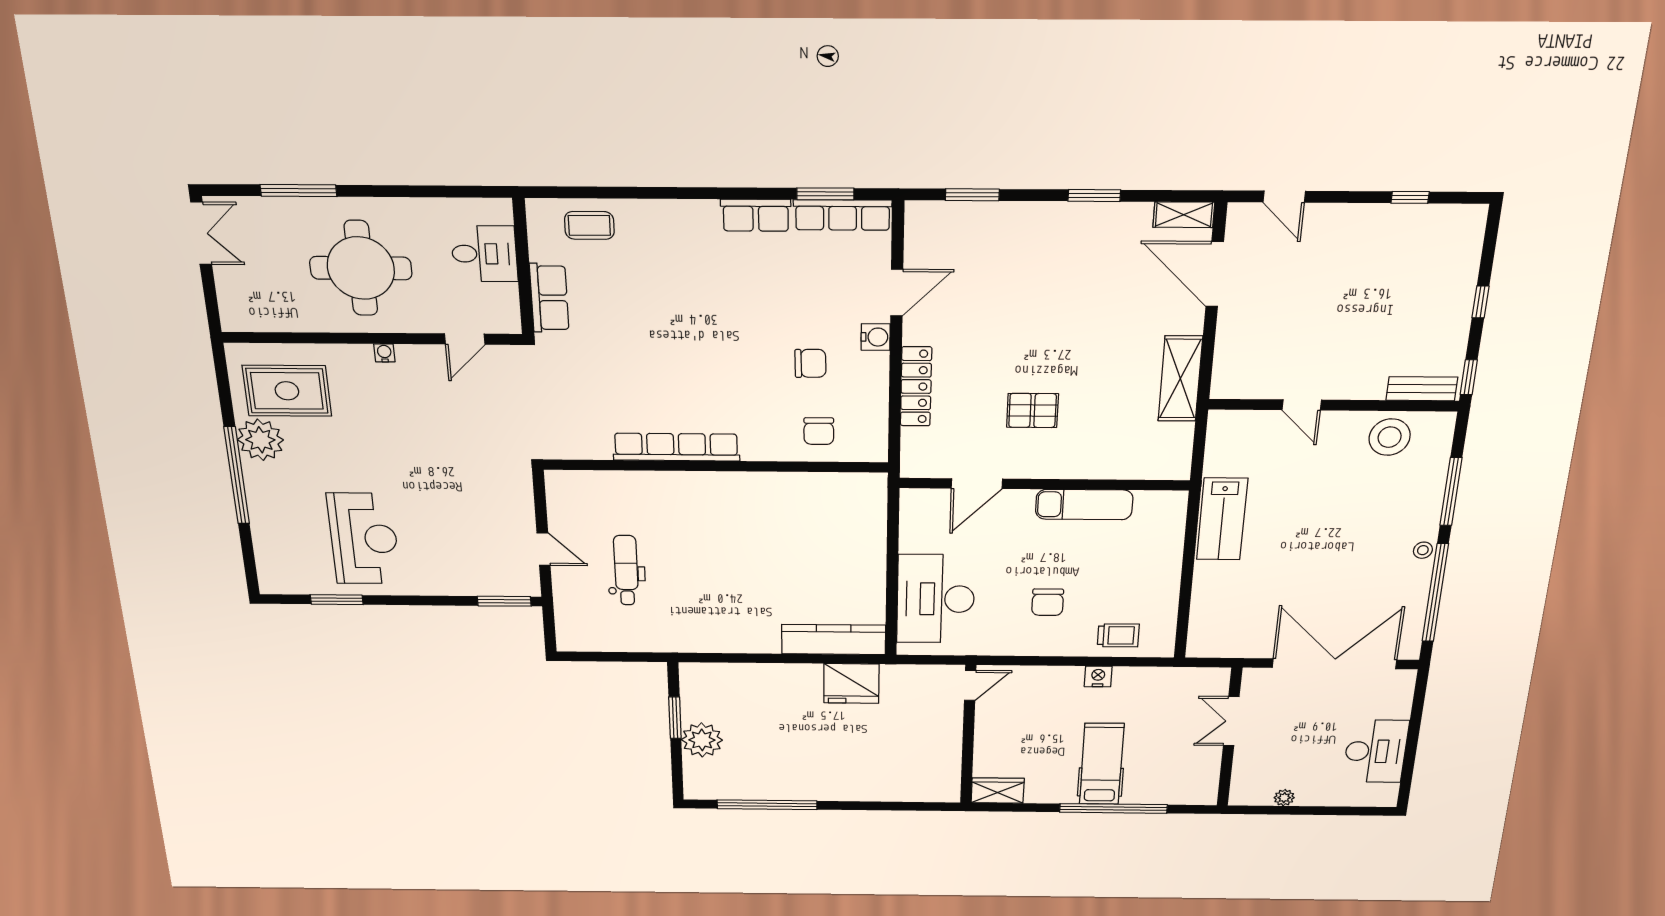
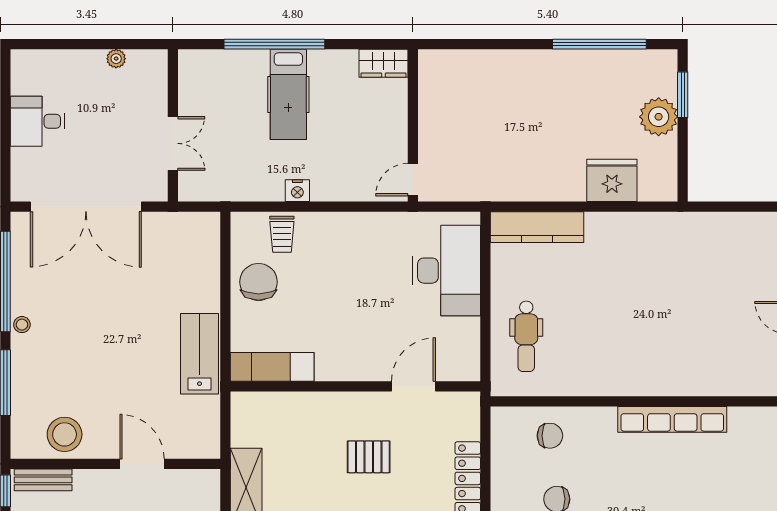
door: (1302, 405) -> (142, 464), width x1.37
chair: (819, 431) -> (550, 436), turned 90
exam couch: (1084, 505) -> (272, 367), moved
dental chair: (626, 570) -> (526, 336), moved
chair: (1048, 602) -> (258, 282), moved, width x1.37, depth x1.37
trolley: (1118, 635) -> (282, 234), turned -90
fridge: (851, 683) -> (612, 180), moved
window: (675, 718) -> (683, 95), moved
desk: (1376, 751) -> (38, 121), width x0.73

